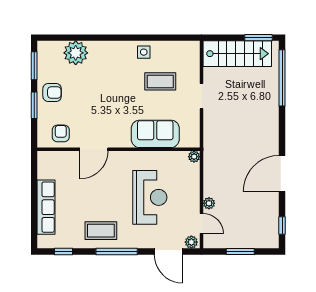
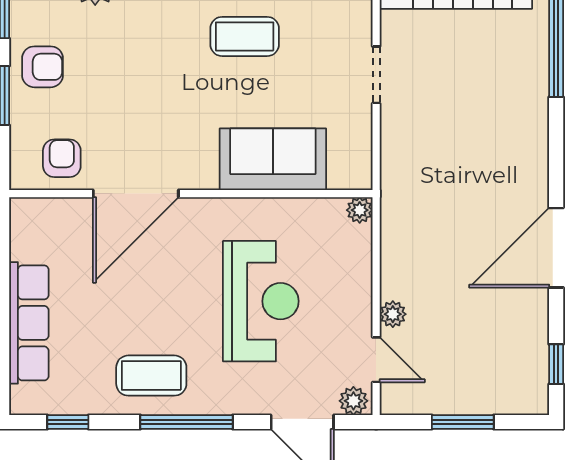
coffee table: (160, 81) -> (245, 36), moved
door: (94, 149) -> (136, 194), width x1.36

